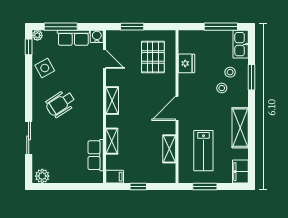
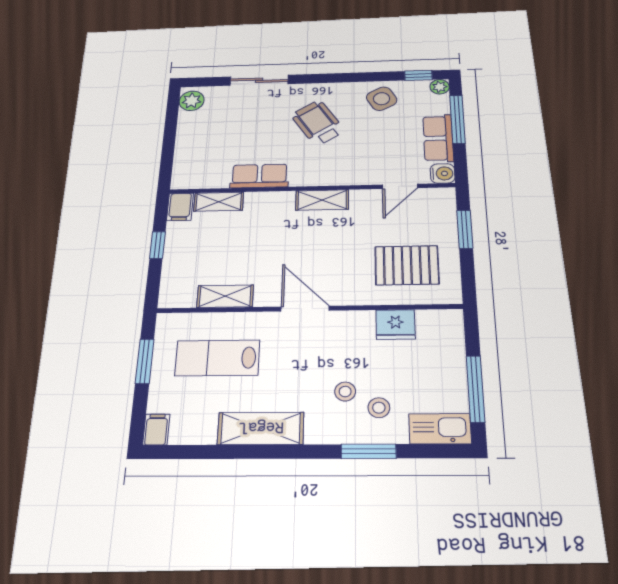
shelving: (112, 141) -> (219, 202), moved
row of seats: (96, 155) -> (259, 176), moved
filing cabinet: (240, 172) -> (156, 430), width x0.50

